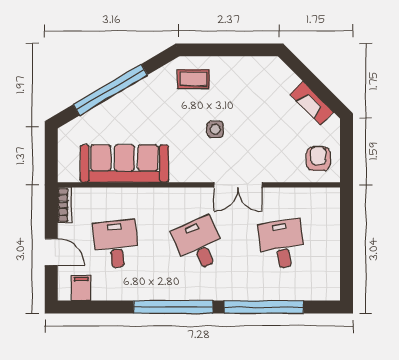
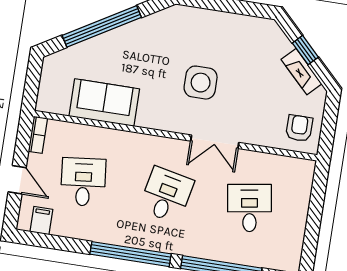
coffee table: (193, 79) -> (187, 29), removed
window: (312, 82) -> (305, 50), added
side table: (215, 129) -> (201, 83), width x1.87, depth x1.87
sofa: (124, 164) -> (104, 103), width x0.73
desk: (199, 244) -> (166, 195), turned 36

